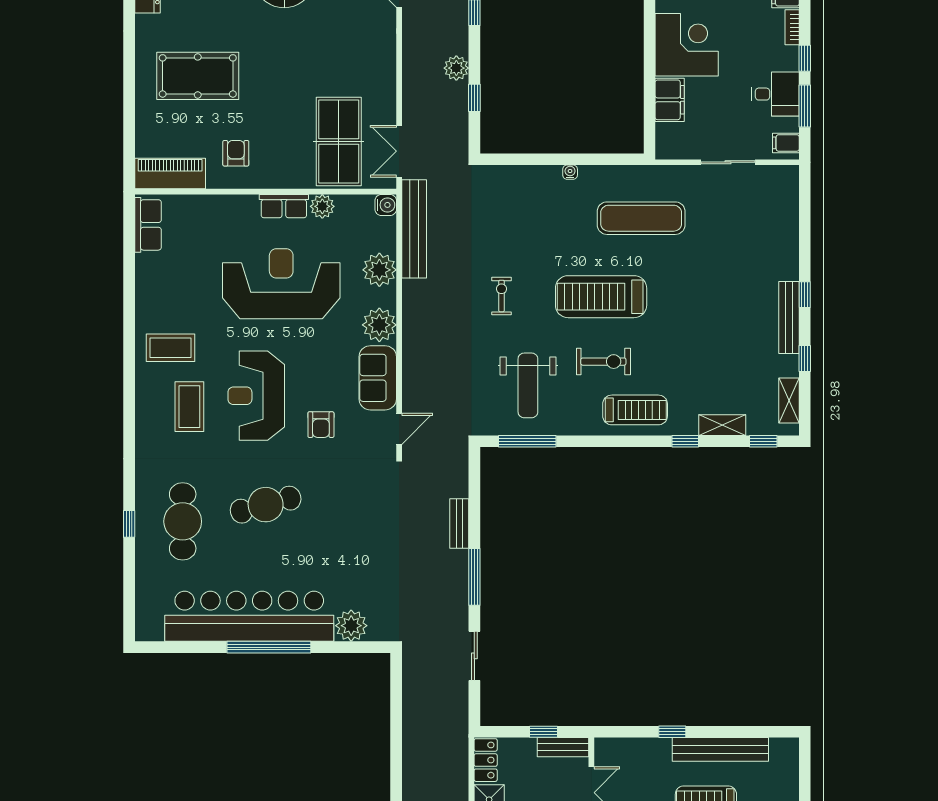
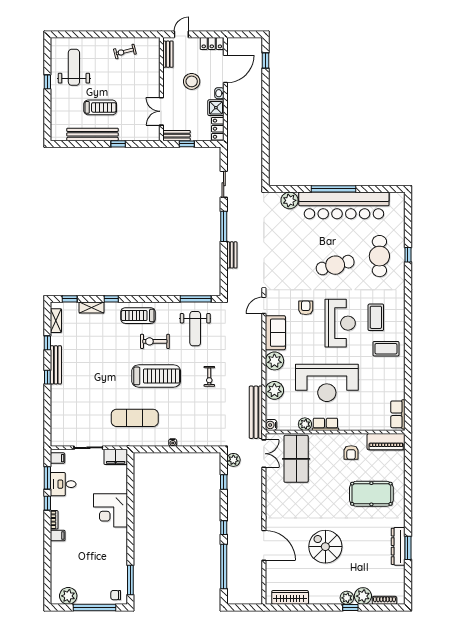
plant: (456, 68) -> (233, 460), moved
filing cabinet: (670, 100) -> (116, 457), moved, turned -90
weight bench: (528, 385) -> (195, 329), turned 180

